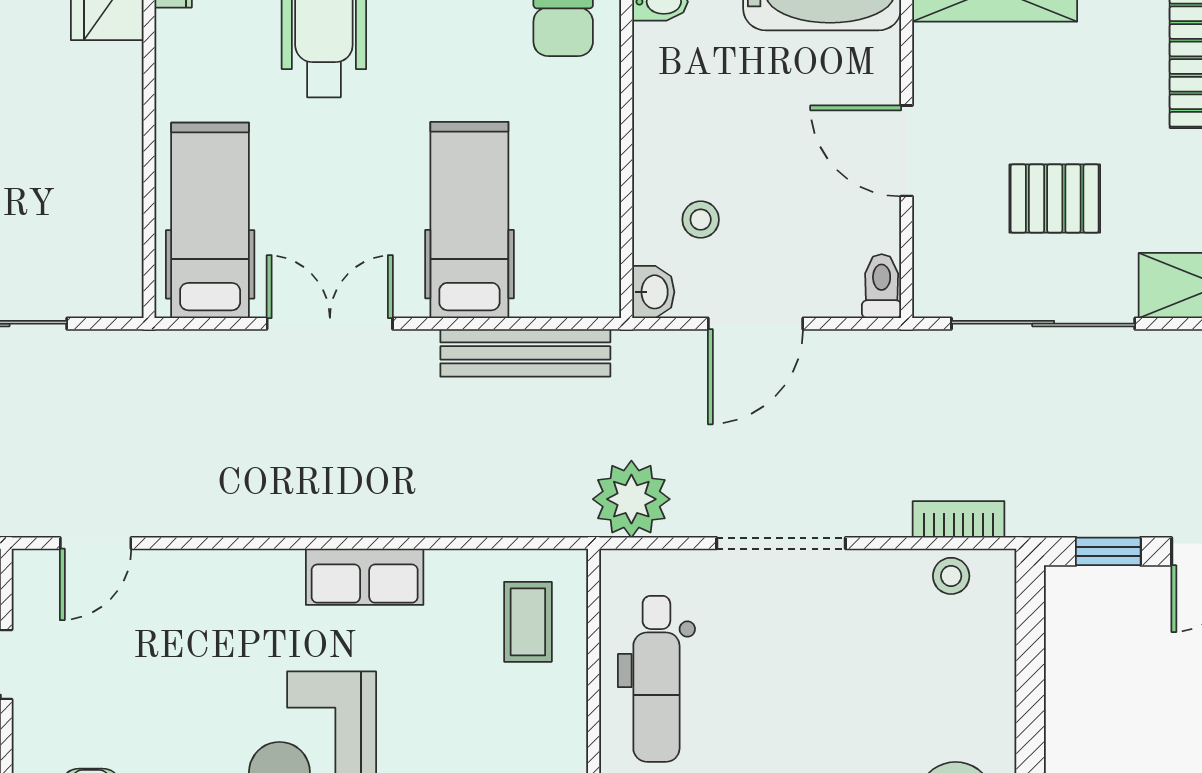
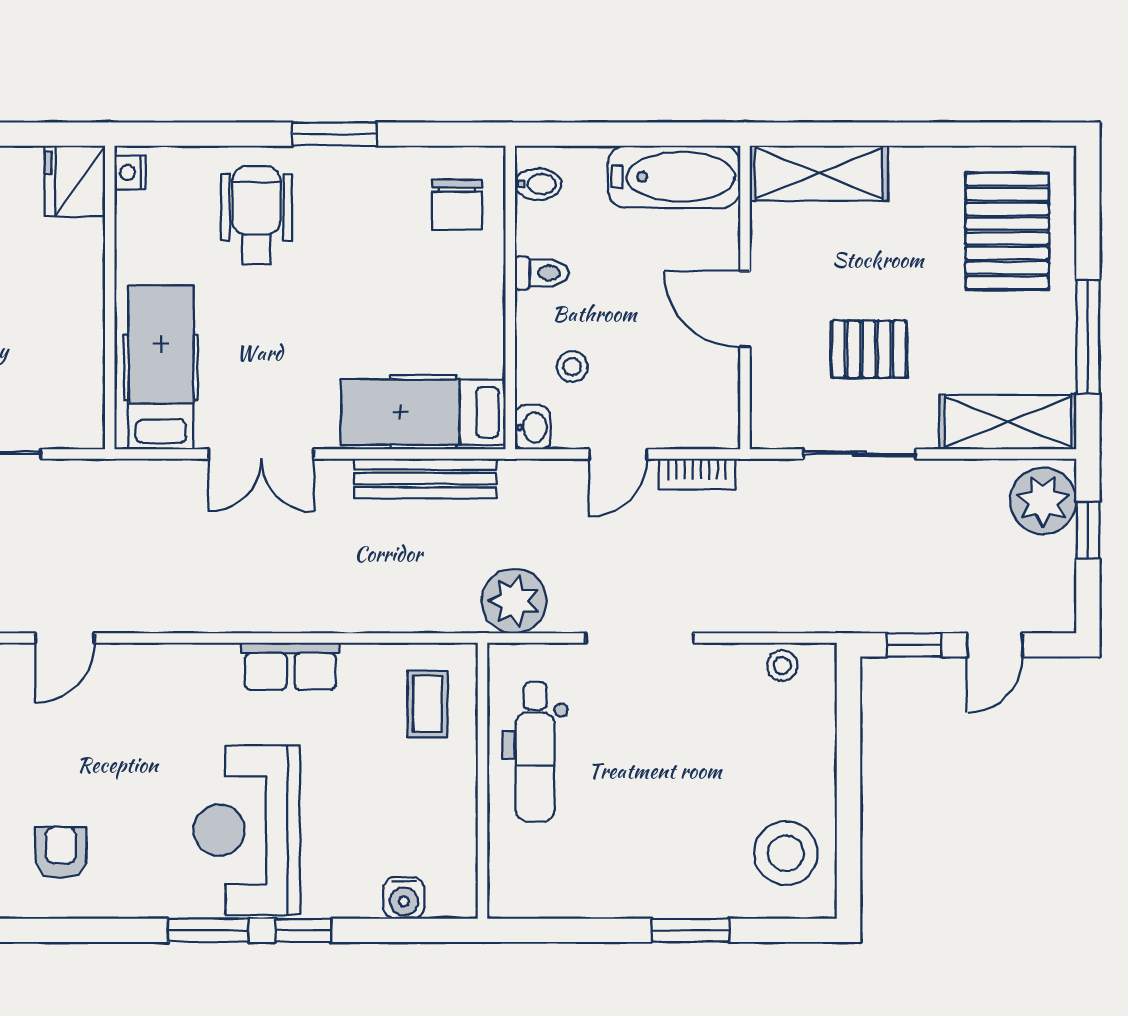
hospital bed: (469, 220) -> (423, 412), moved, turned -90
toilet: (882, 286) -> (542, 273), moved, turned 90
double door: (330, 324) -> (261, 454), swing flipped
door: (755, 324) -> (618, 454), width x0.73
sliding door: (1043, 324) -> (859, 454), width x0.73
bookcase: (959, 519) -> (697, 474), moved, turned 180

